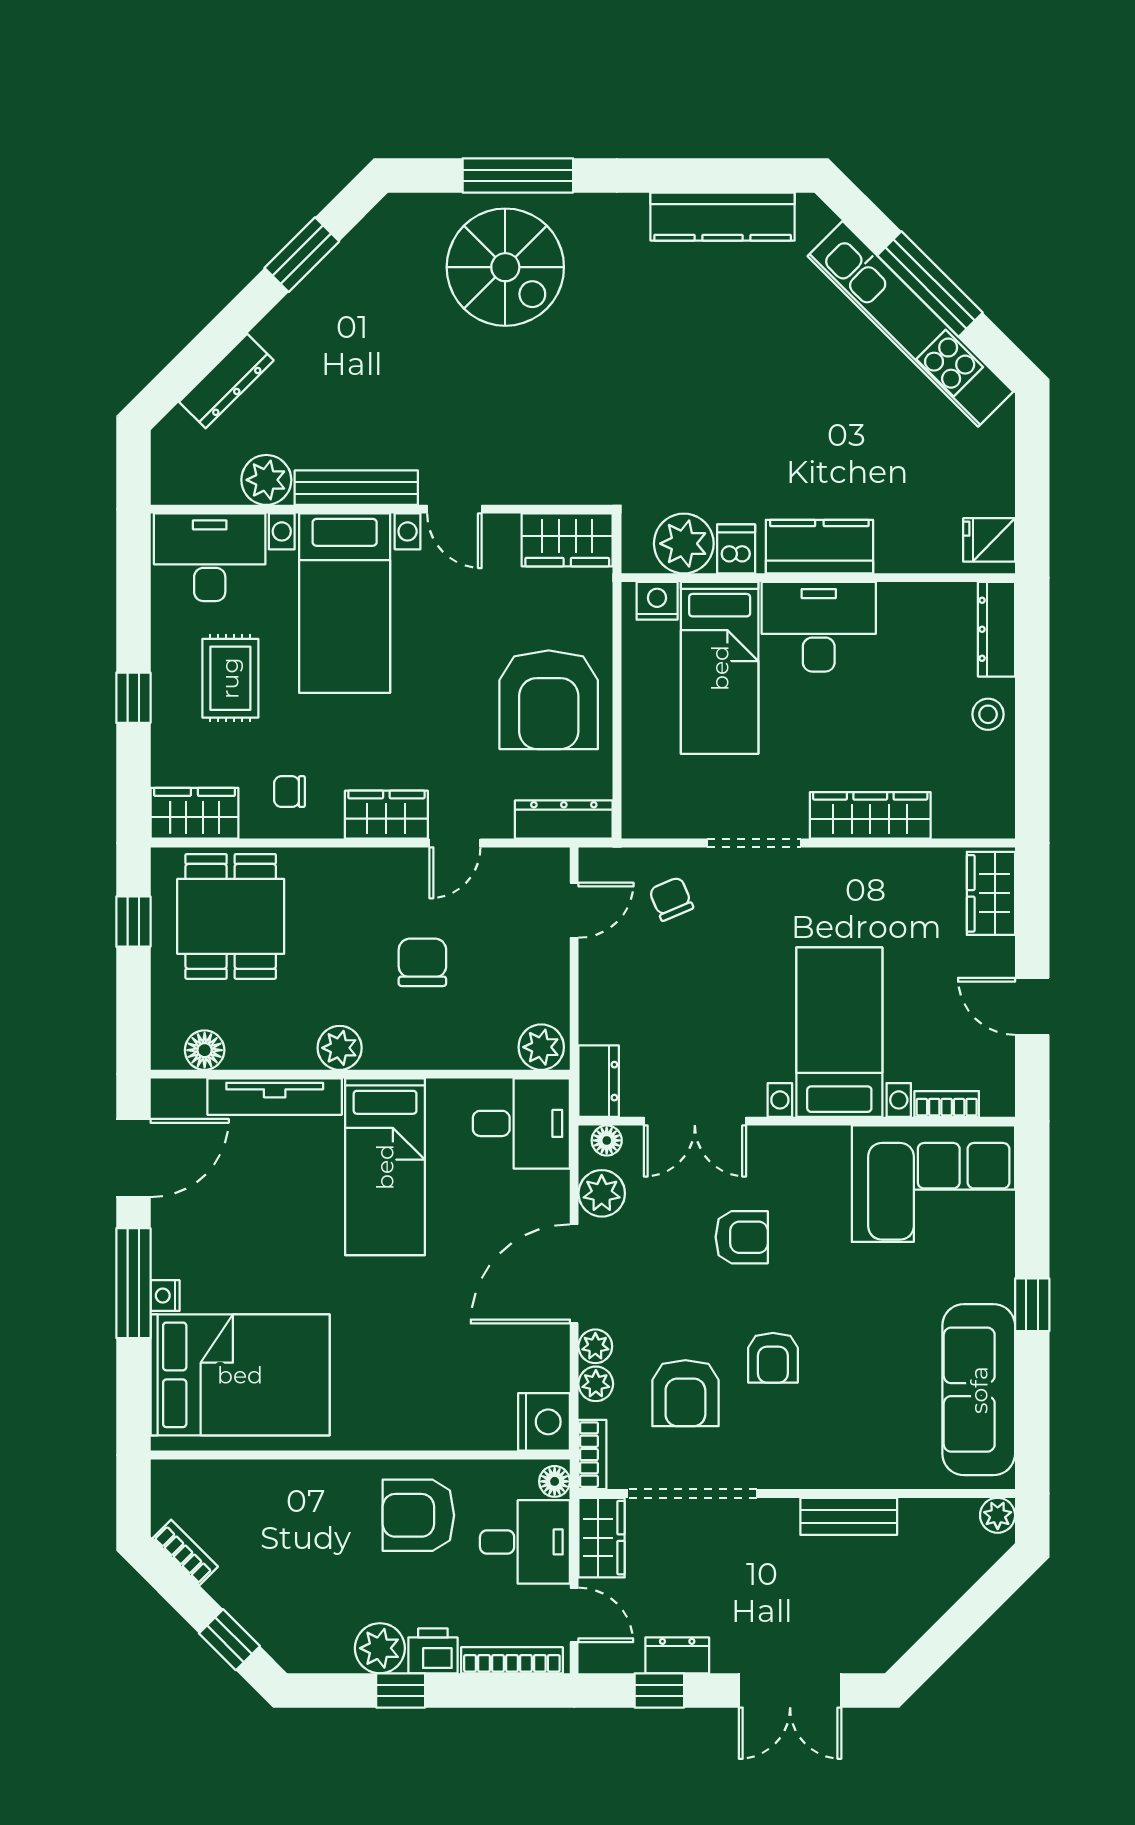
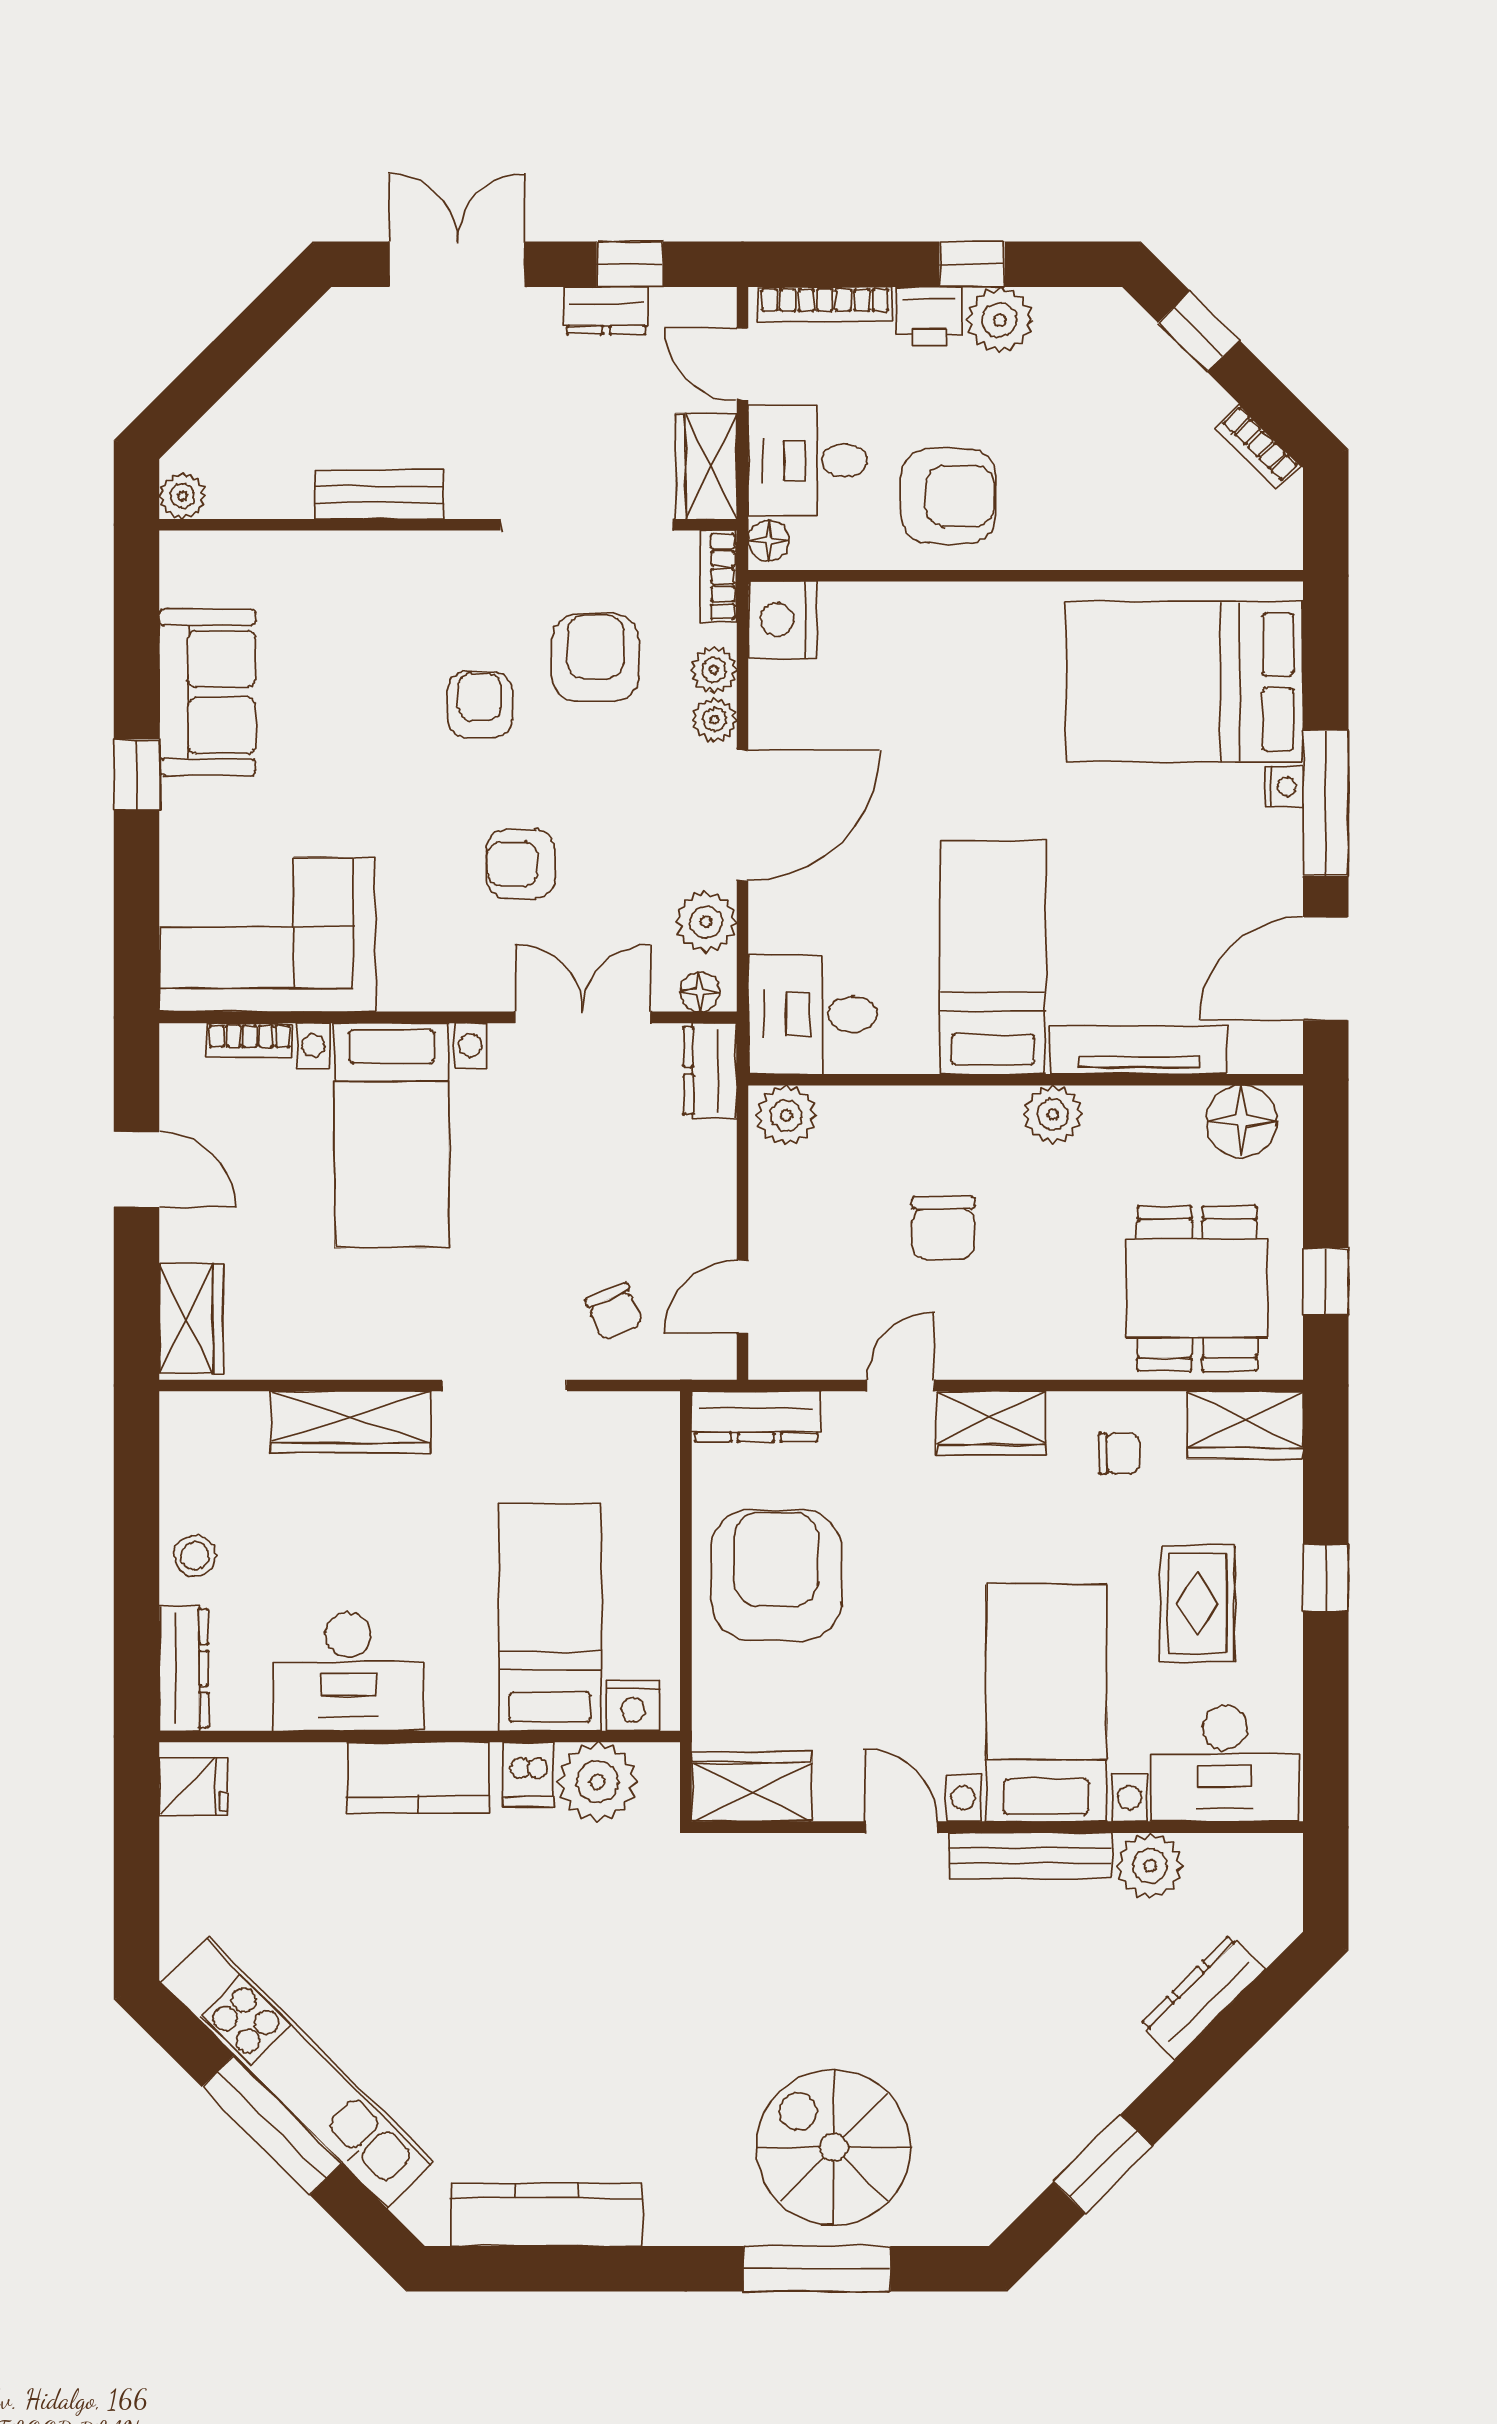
desk: (819, 627) -> (348, 1672), moved
floor lamp: (205, 1050) -> (1241, 1121), width x1.38, depth x1.38
sofa: (979, 1390) -> (207, 692), width x0.73

